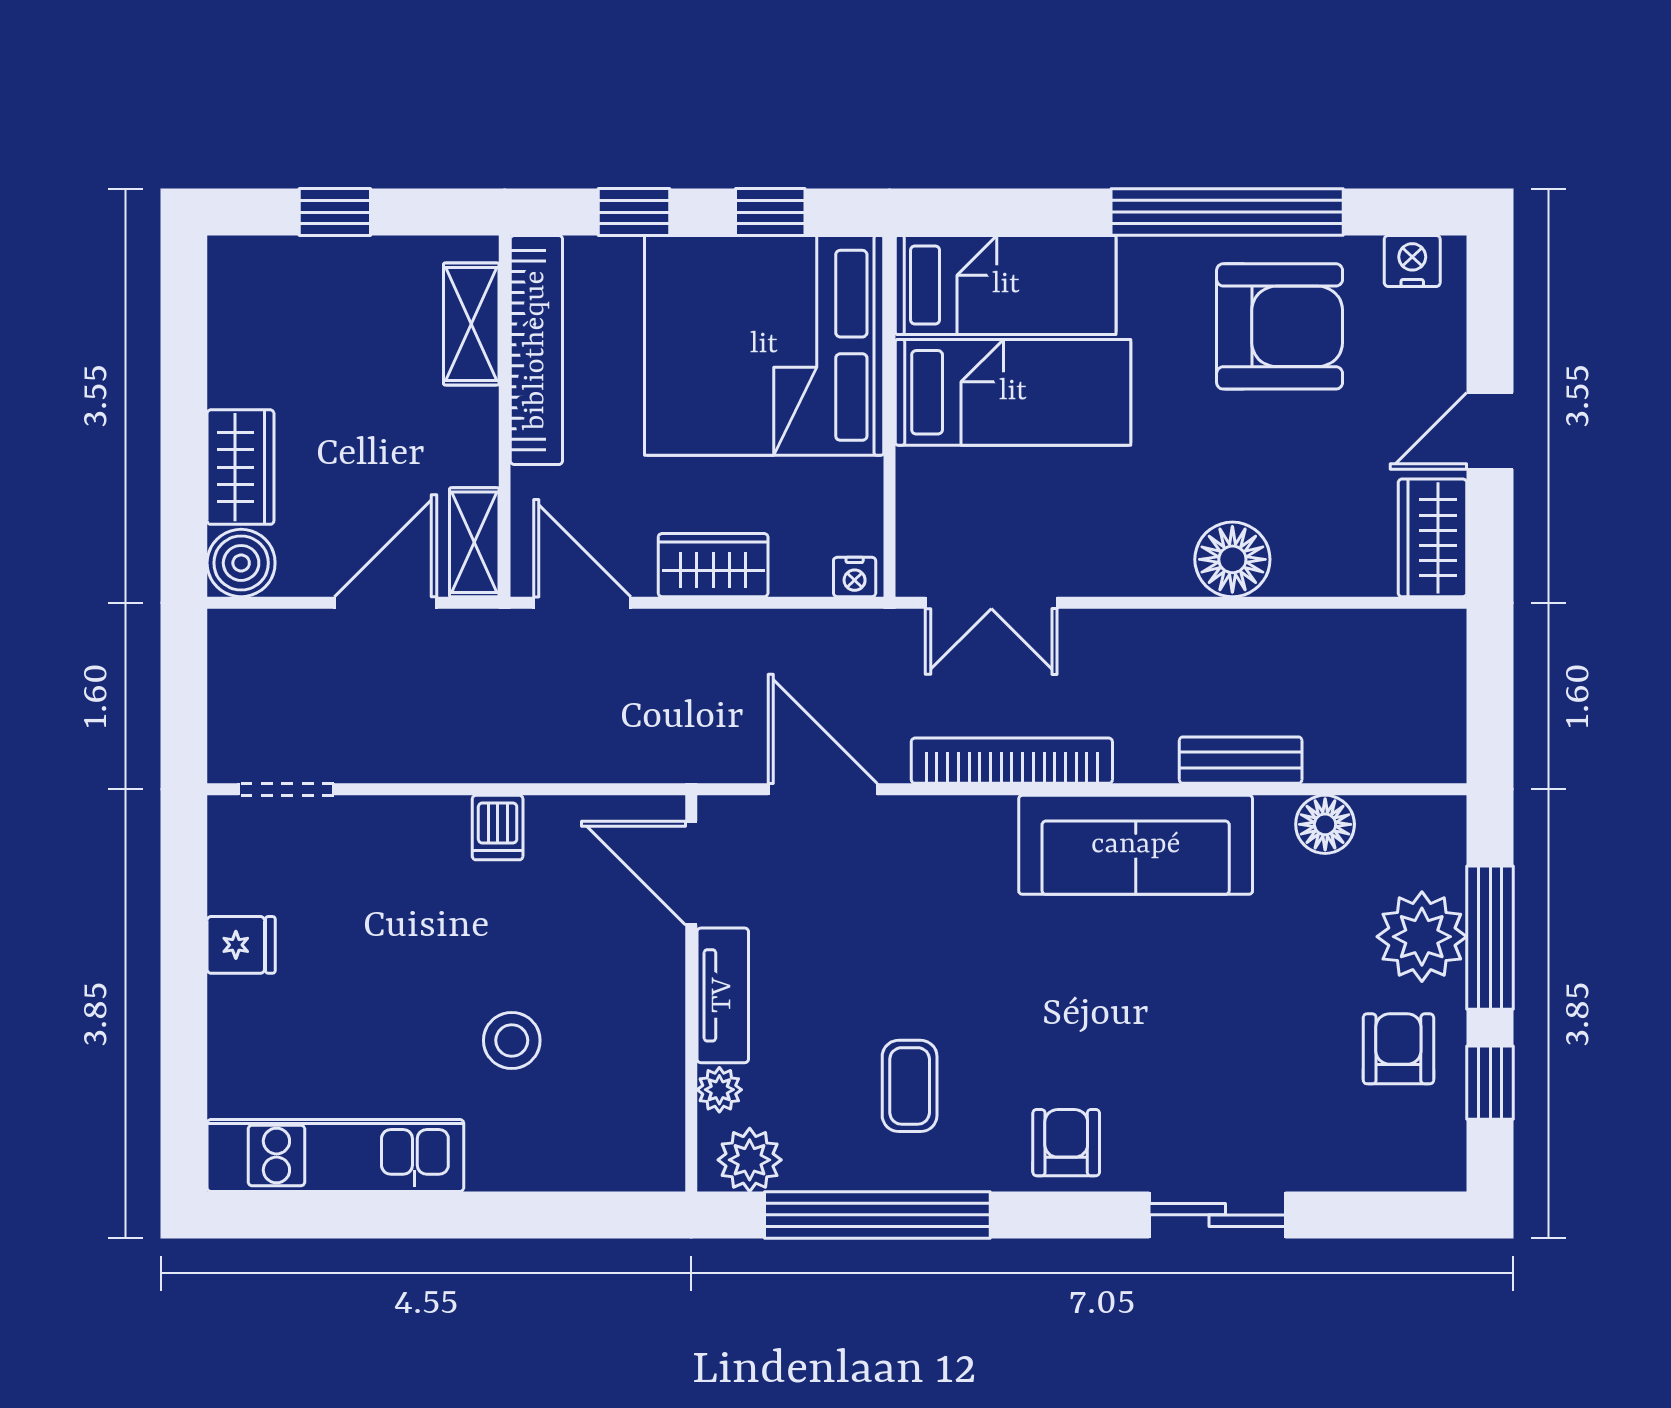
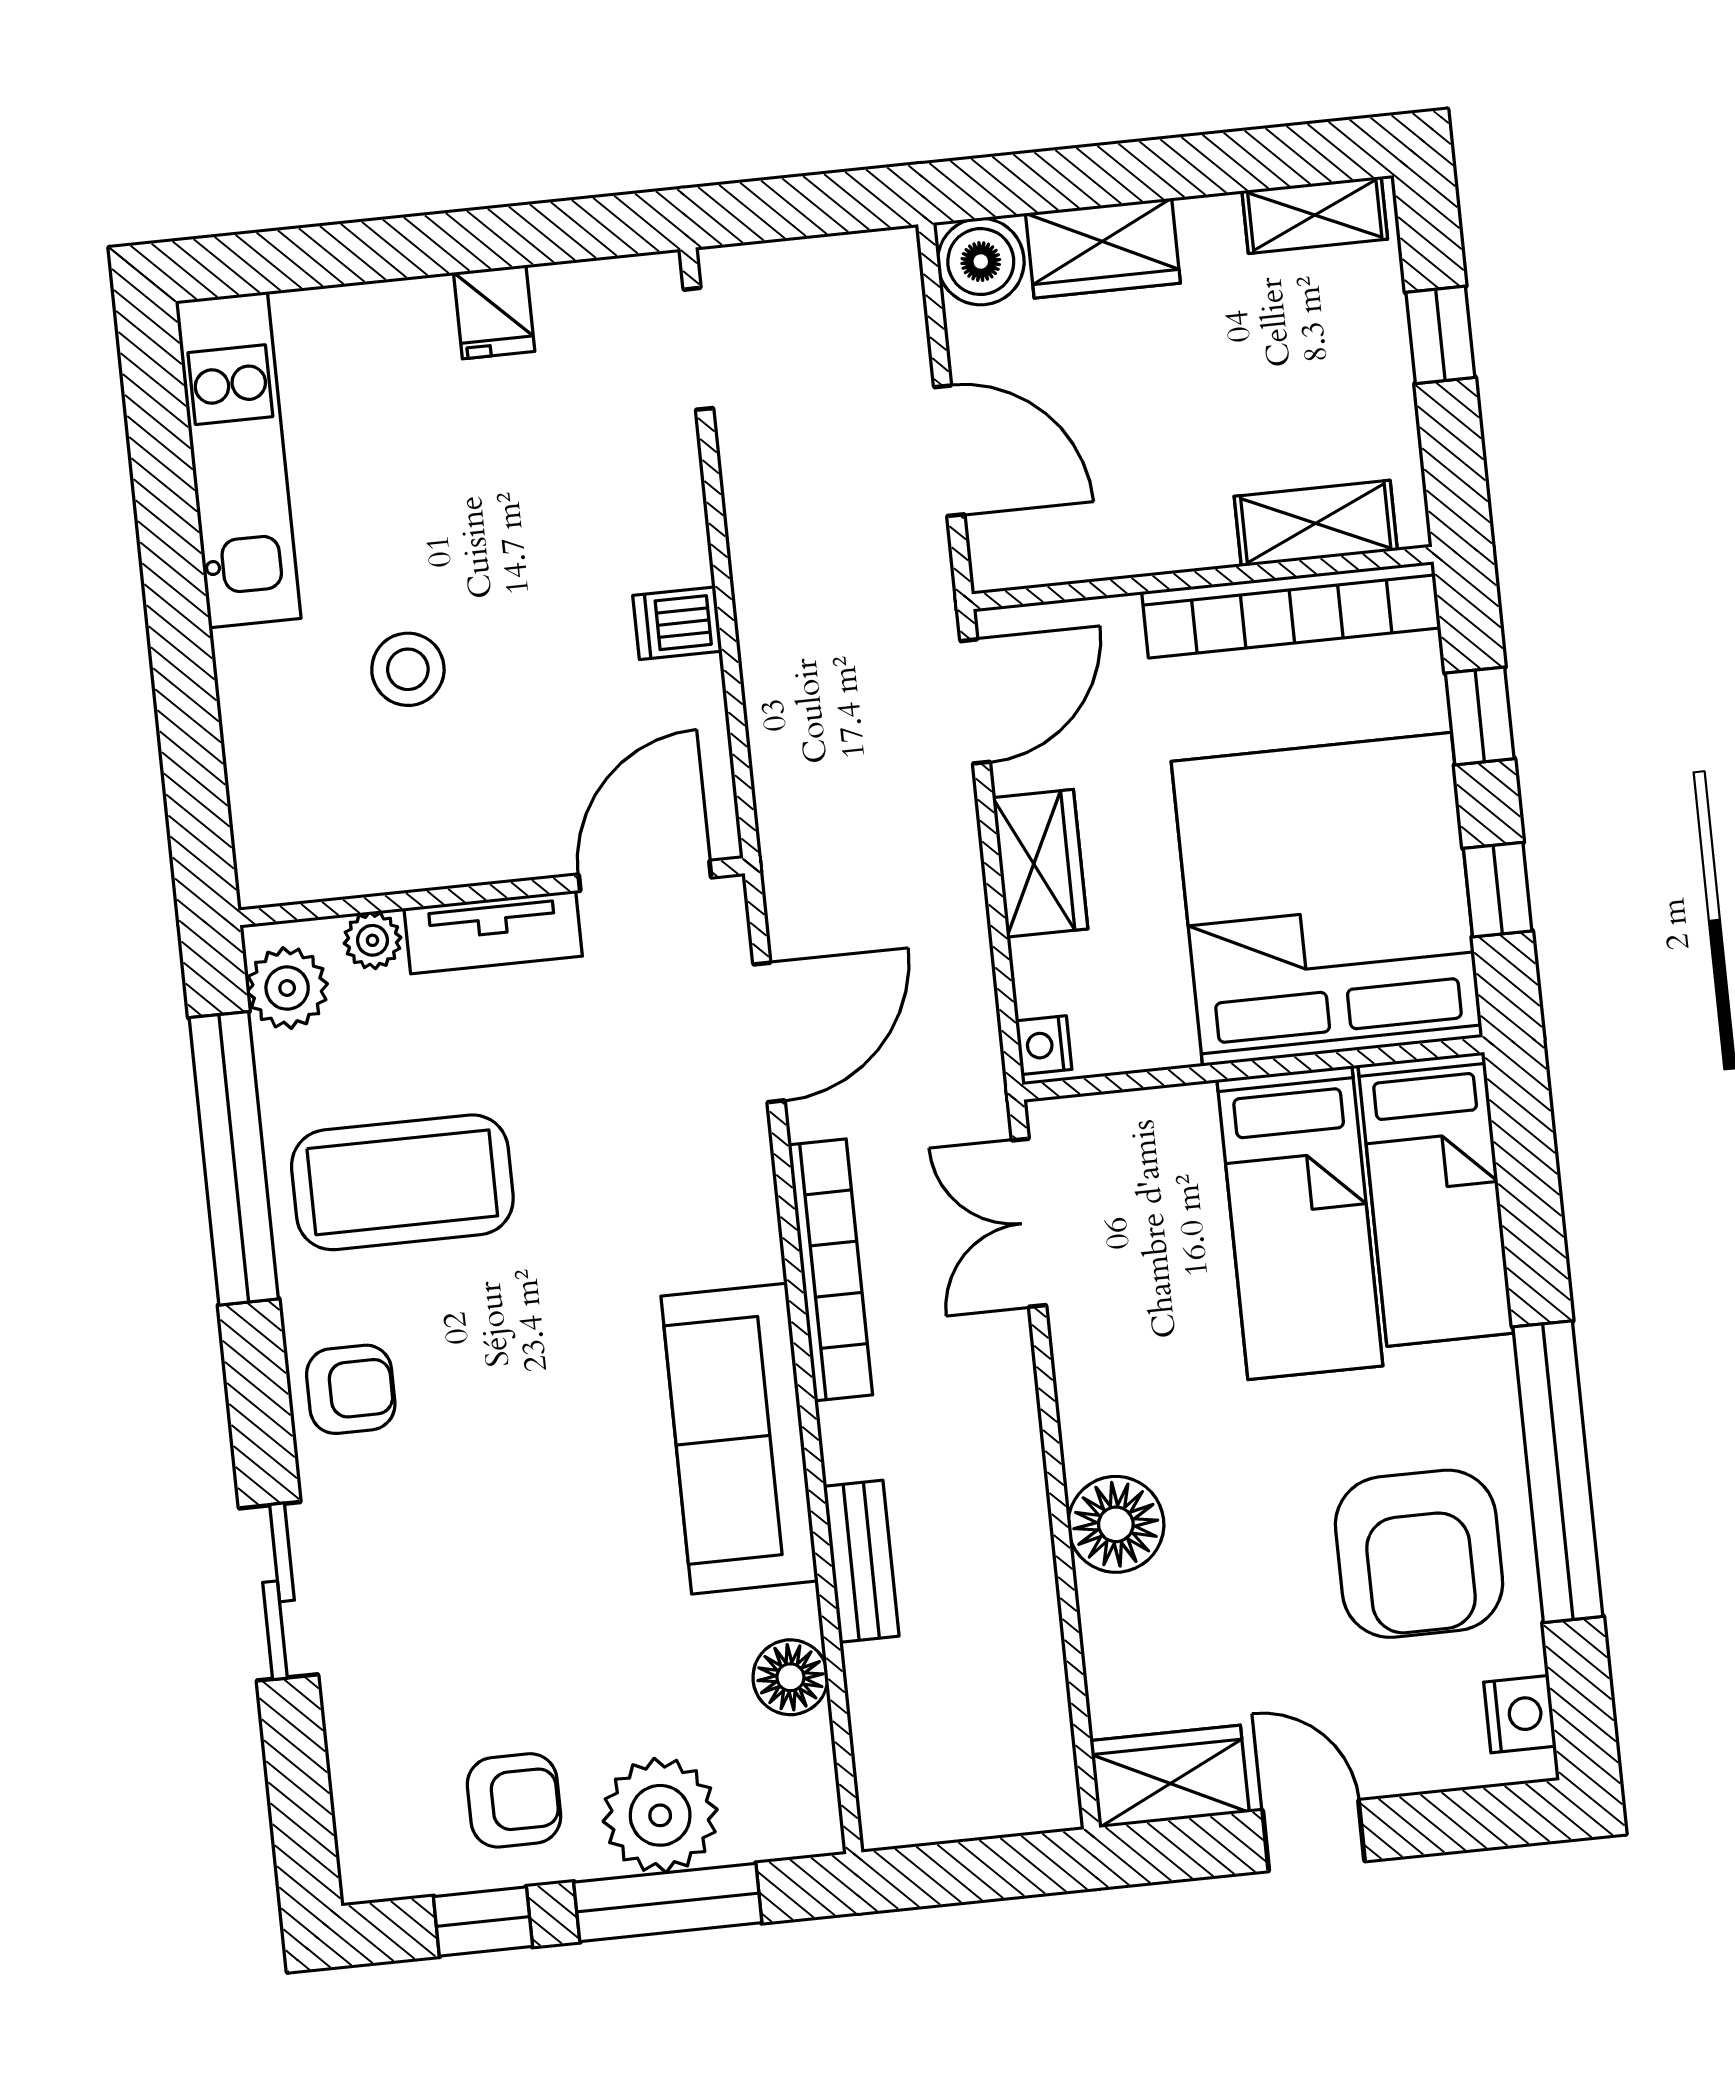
shelving: (474, 542) -> (1315, 215), moved
coffee table: (910, 1086) -> (402, 1182), width x1.86, depth x1.72

